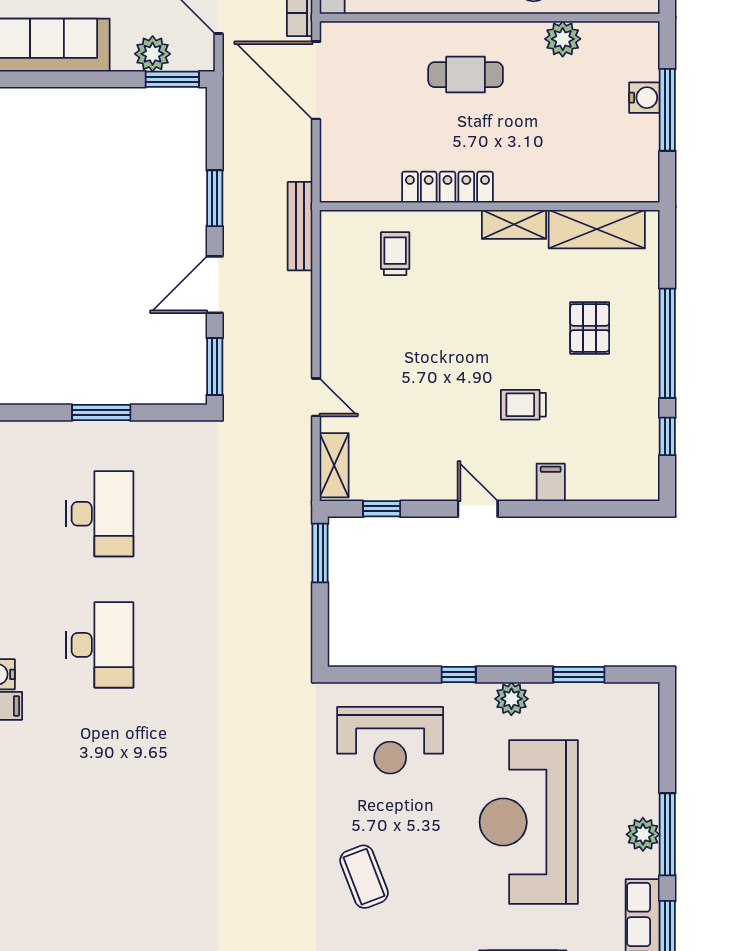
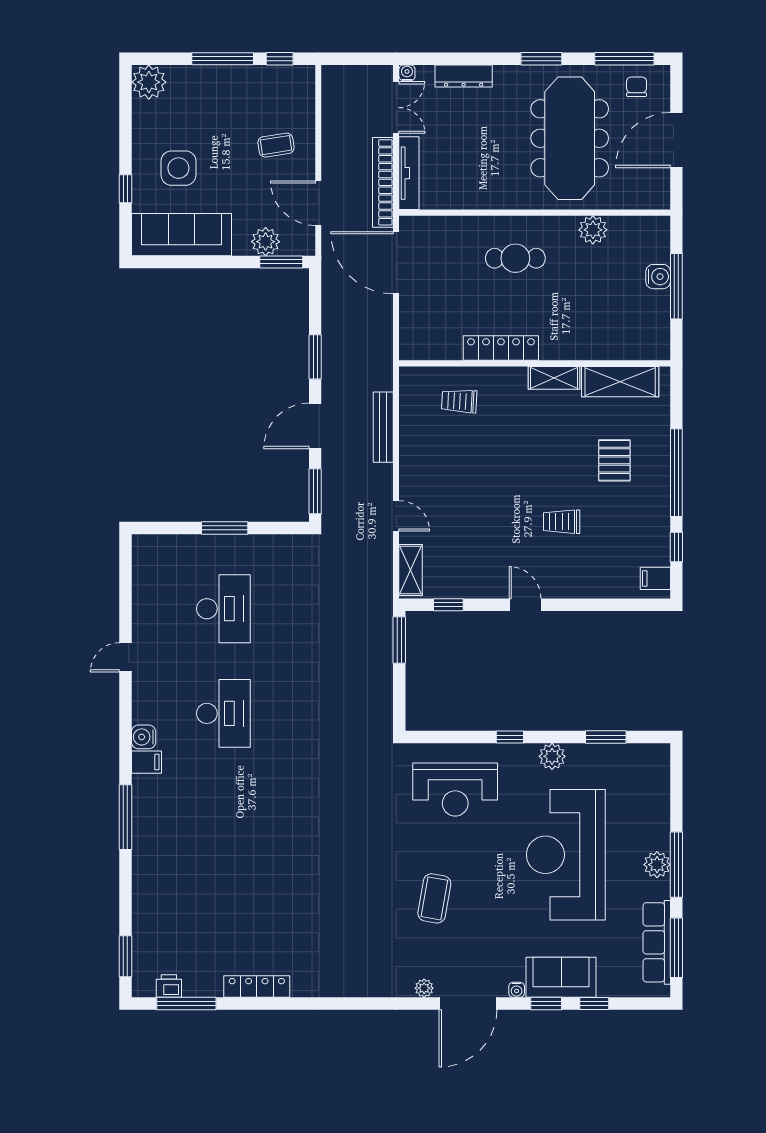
bench: (300, 226) -> (383, 427), moved
trolley: (395, 254) -> (459, 401), turned -87
filing cabinet: (551, 482) -> (655, 578), moved, turned -90
coffee table: (364, 877) -> (434, 898), turned 31

